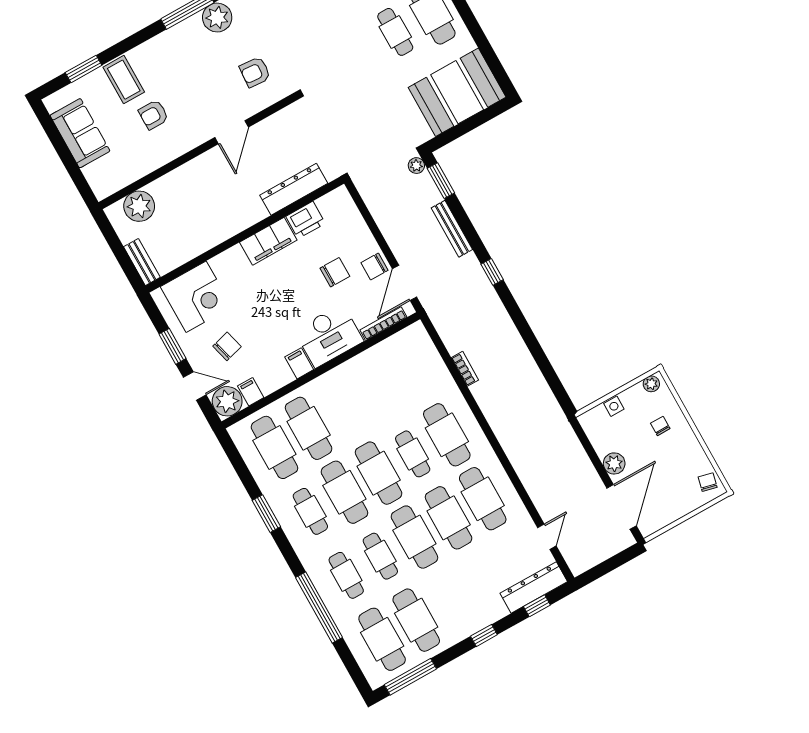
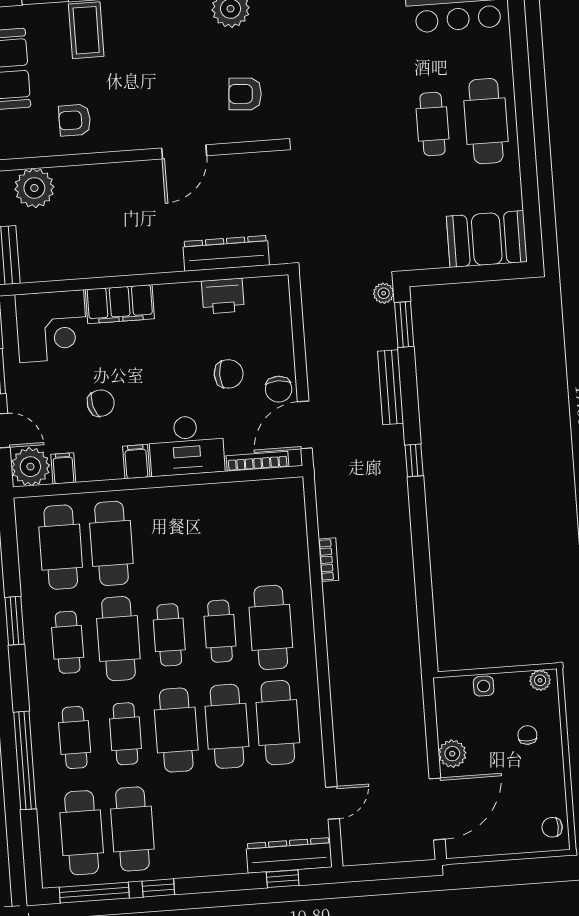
booth: (457, 92) -> (487, 239), width x0.73, depth x0.70
armchair: (153, 115) -> (75, 120), moved
filing cabinet: (268, 241) -> (120, 304), moved
chair: (375, 267) -> (279, 389), turned -90
chair: (227, 346) -> (101, 403), moved
cafe table: (379, 473) -> (169, 635), width x0.73, depth x0.74
chair: (708, 482) -> (552, 827), turned -103
window: (484, 635) -> (158, 888), moved

